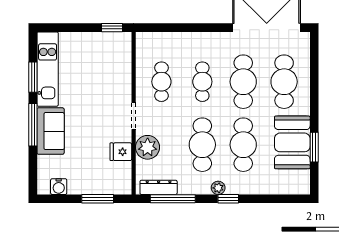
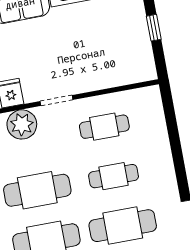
window: (112, 28) -> (154, 28), moved

